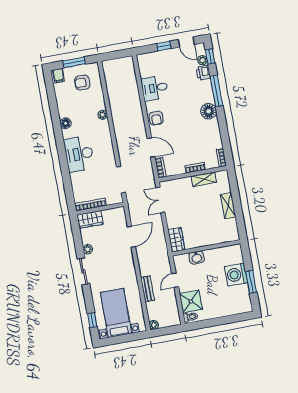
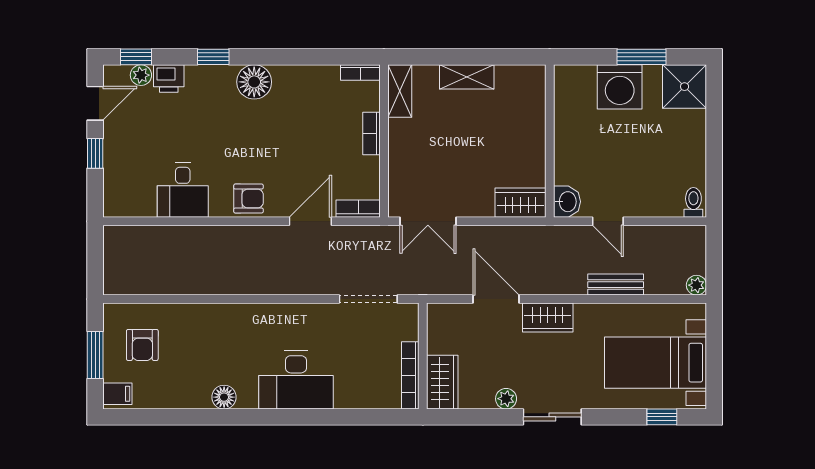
window: (216, 91) -> (213, 57), width x0.46
plant: (103, 115) -> (220, 313), removed
shelving: (204, 179) -> (400, 91), moved
washbasin: (197, 257) -> (567, 202), moved
wardrobe: (127, 261) -> (548, 318), added
shower: (191, 301) -> (685, 87), moved

